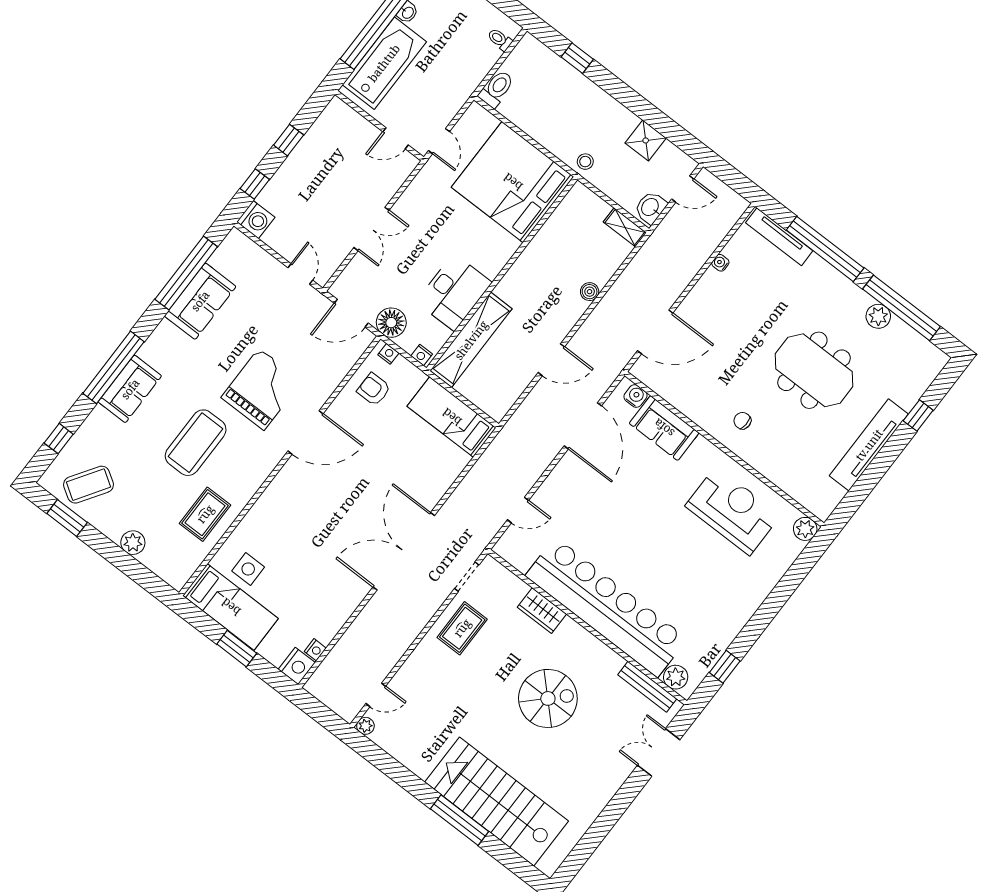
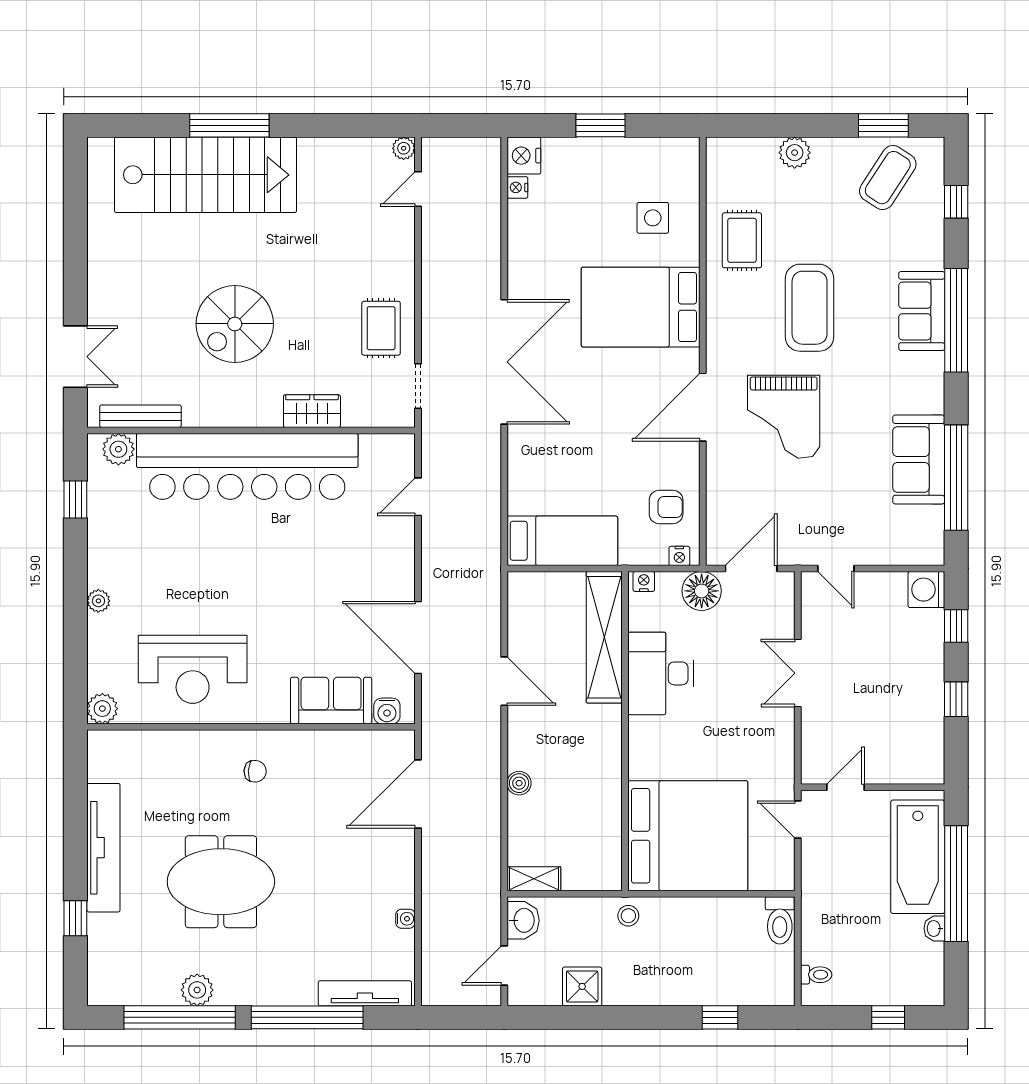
door: (551, 360) -> (504, 681), swing flipped
plant: (758, 595) -> (98, 601), added
bed: (231, 607) -> (641, 307), moved, width x1.50

